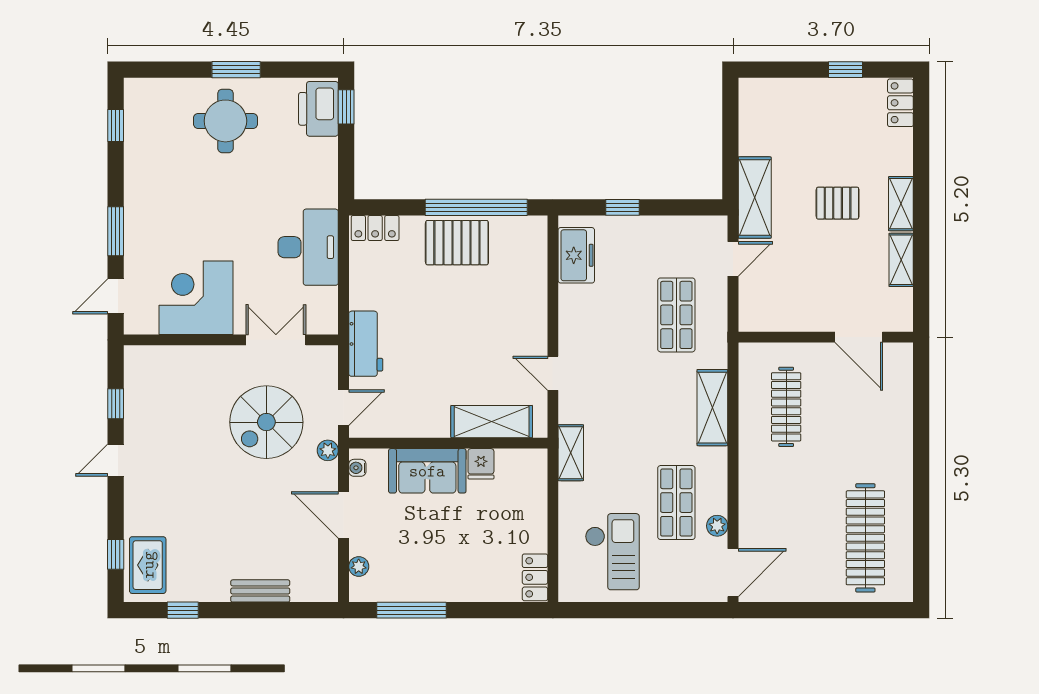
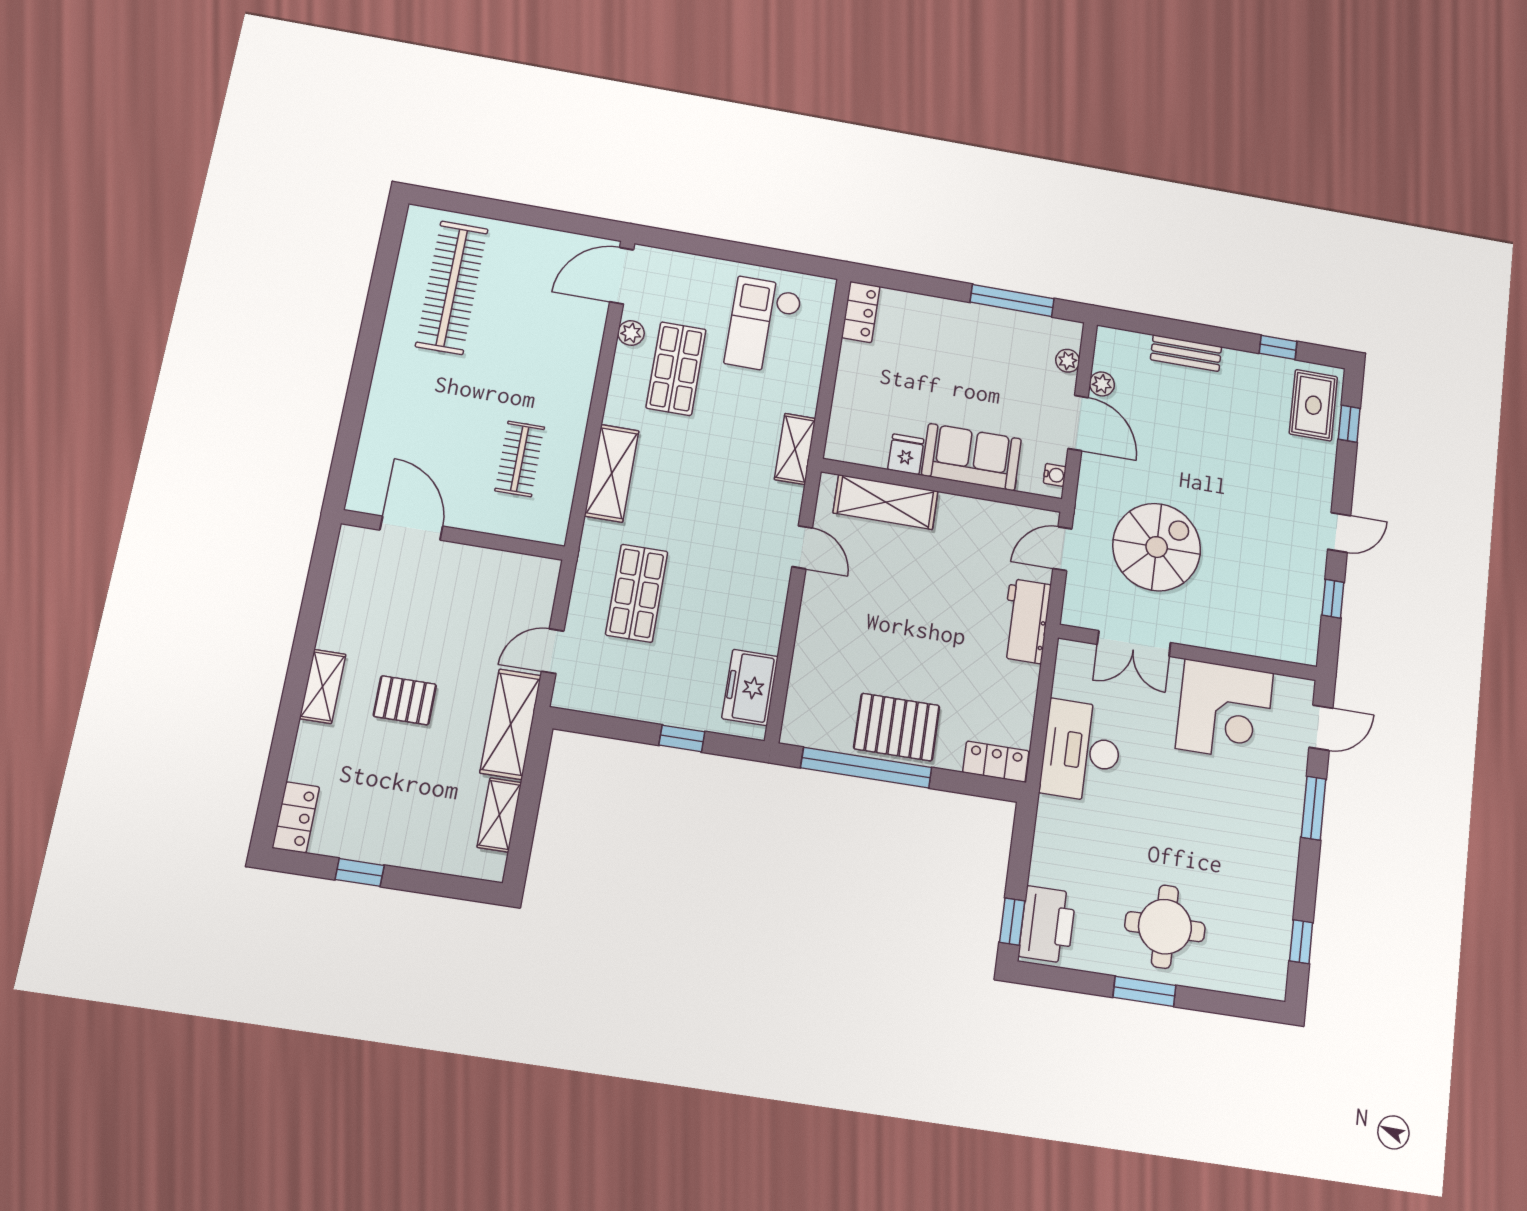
shelving: (901, 260) -> (499, 815), moved
clothes rail: (786, 407) -> (520, 459), width x0.73
plant: (328, 450) -> (1102, 384), moved

